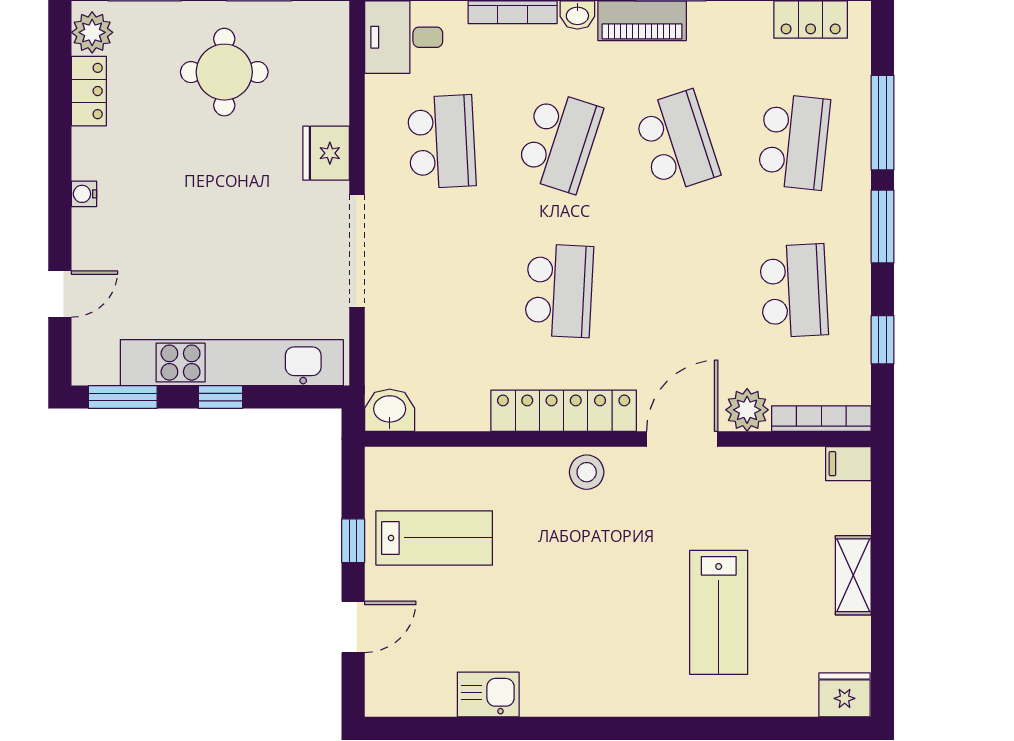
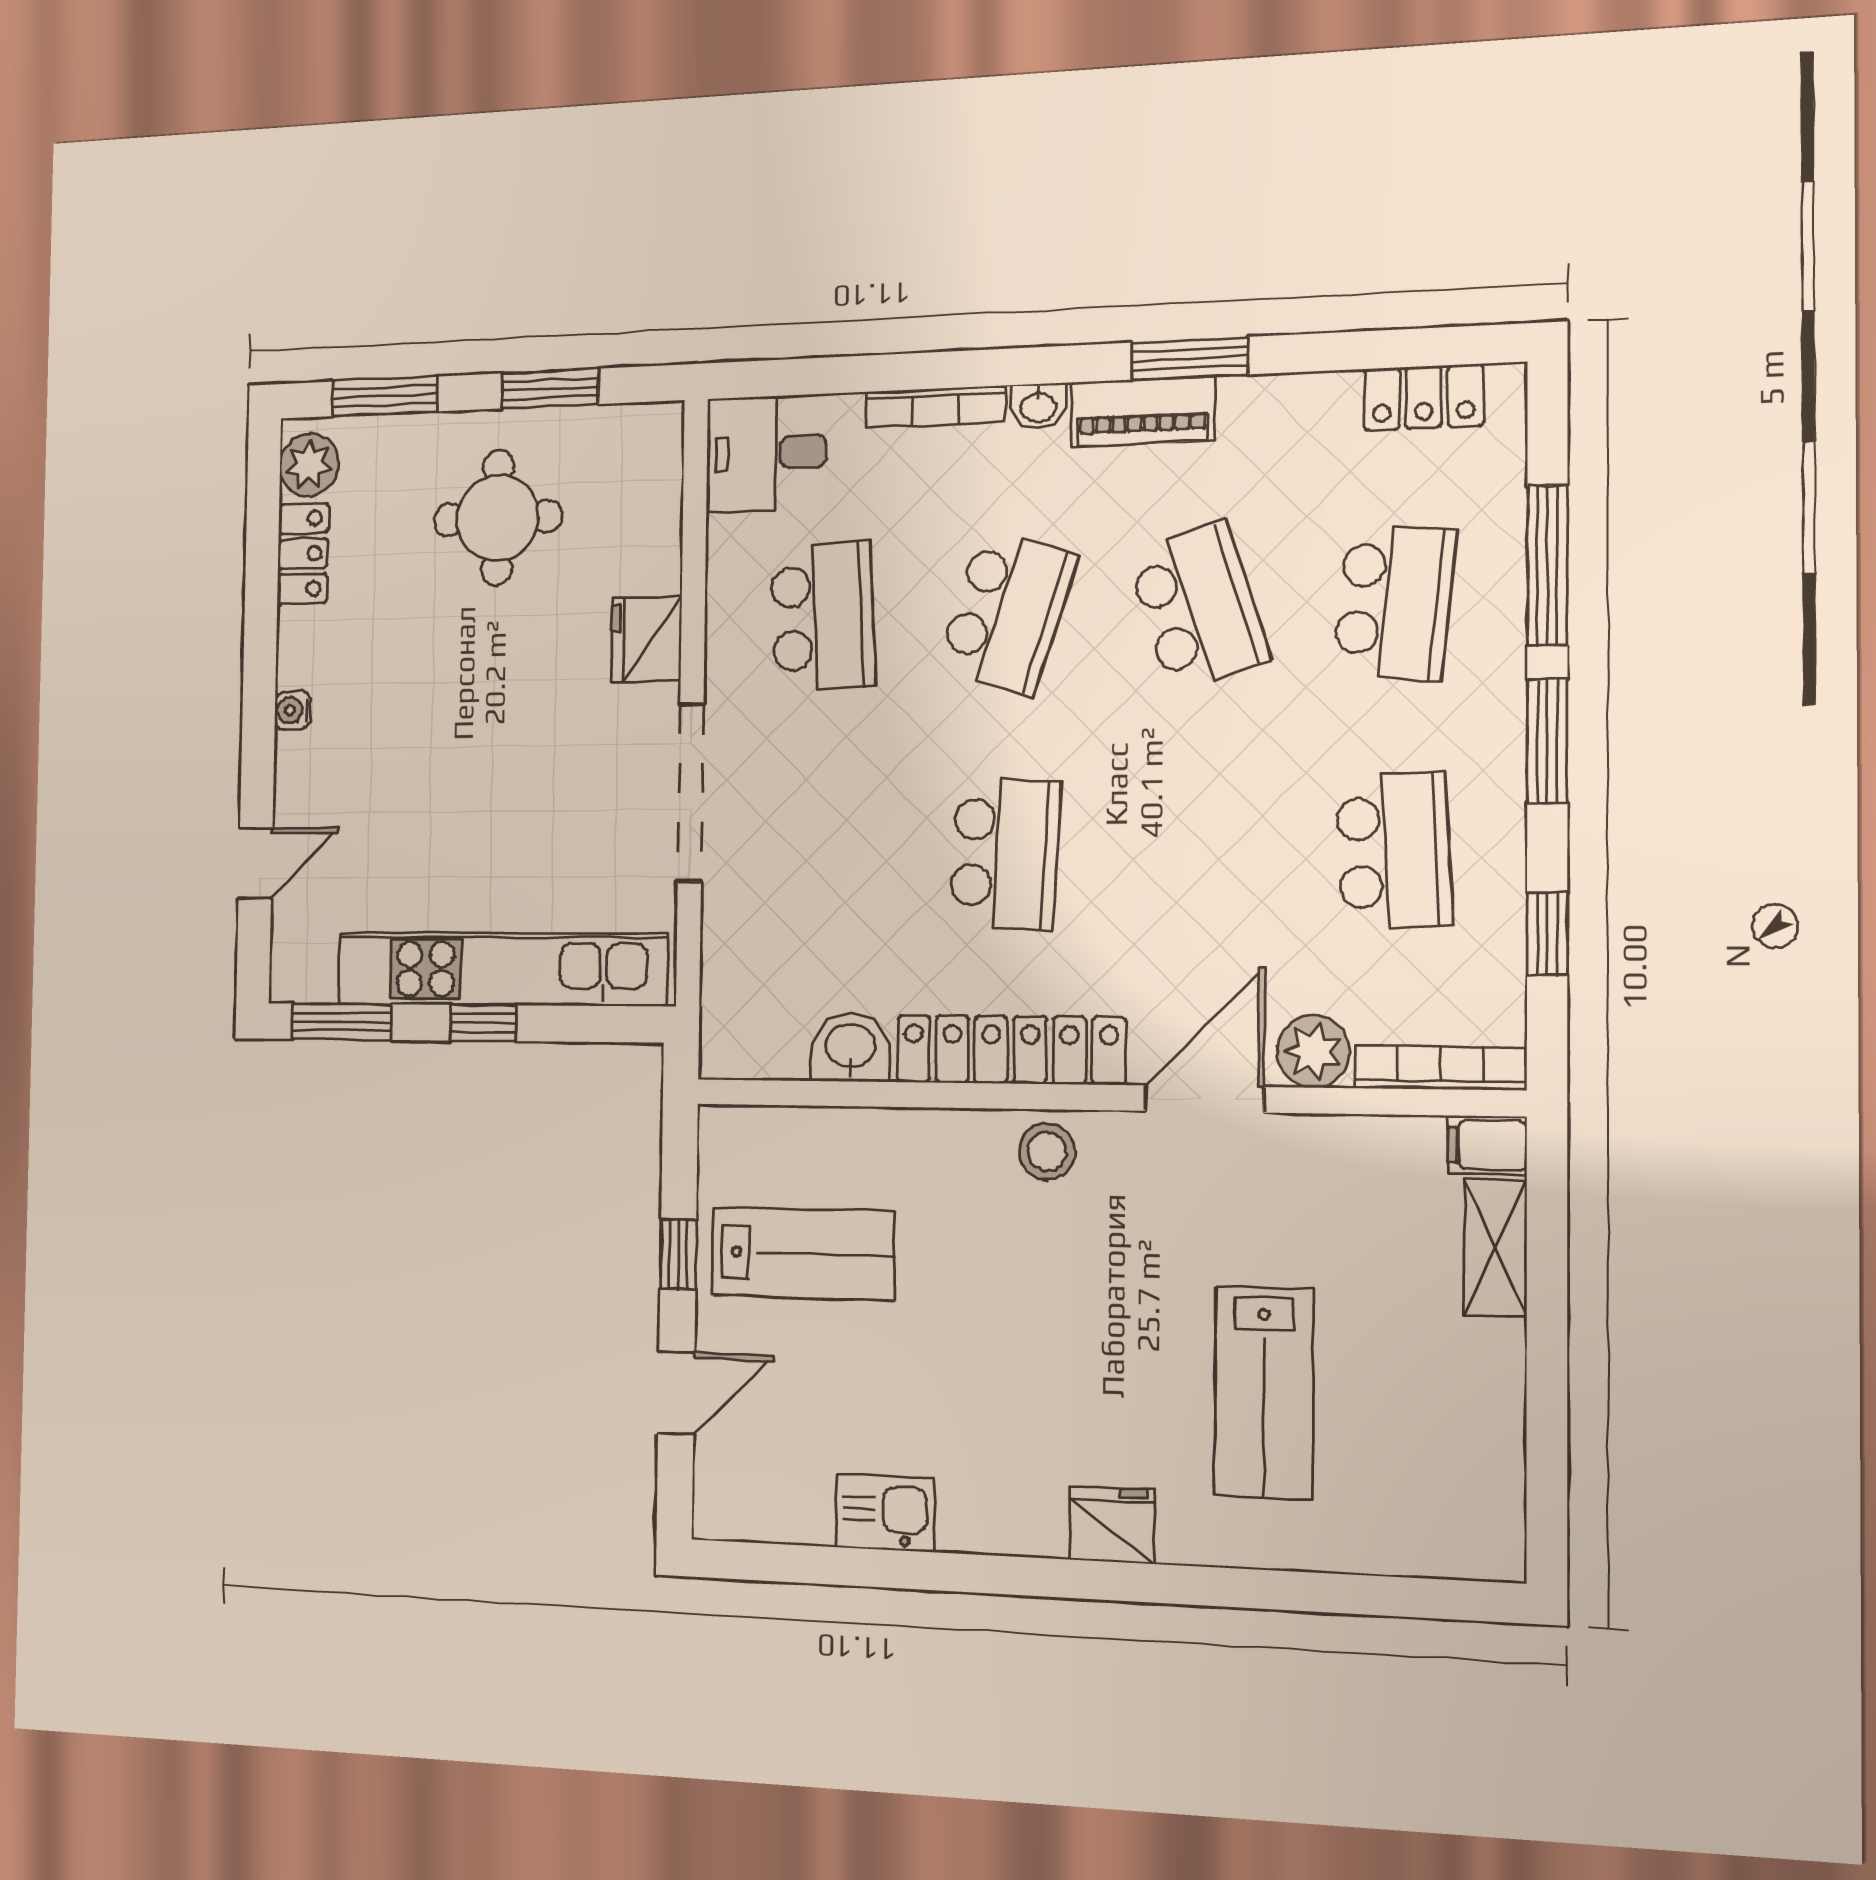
washbasin: (390, 410) -> (850, 1047), moved
shelving: (853, 575) -> (1496, 1248), moved
fridge: (845, 695) -> (1112, 1525), moved

